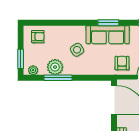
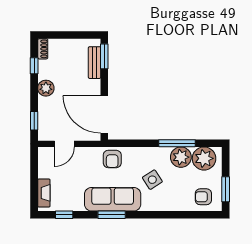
window: (21, 59) -> (226, 189), moved
armchair: (122, 63) -> (112, 159), moved
plant: (33, 70) -> (204, 158), width x1.88, depth x1.88

